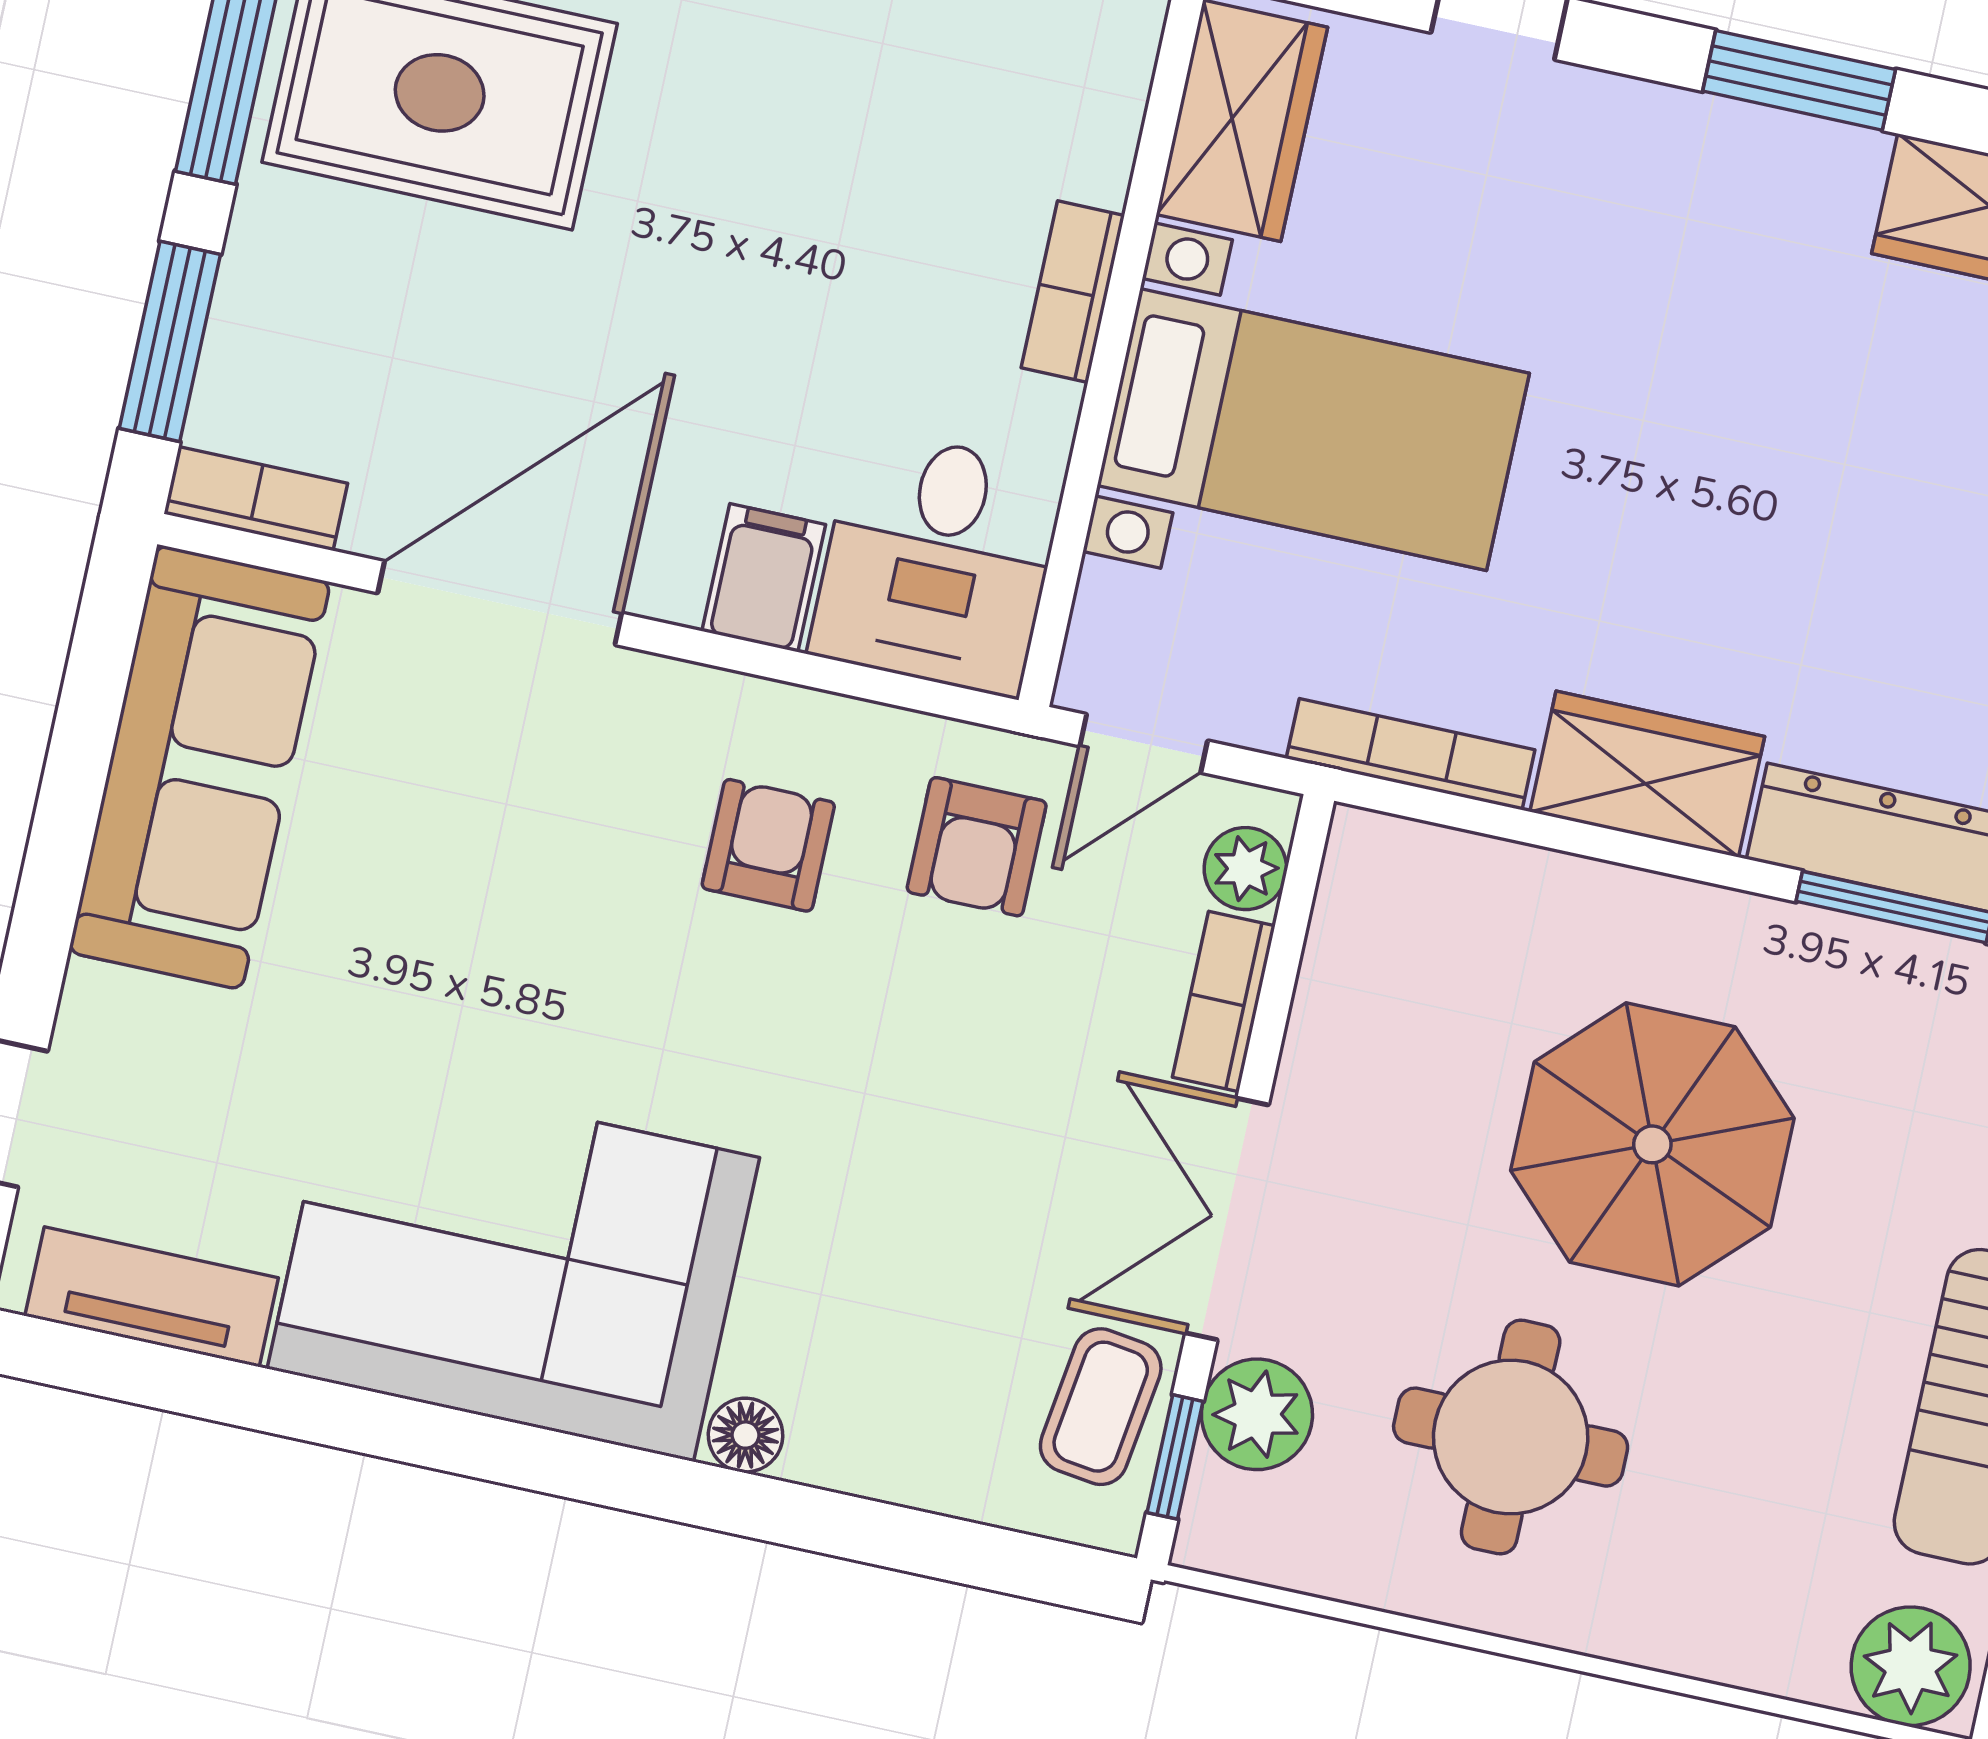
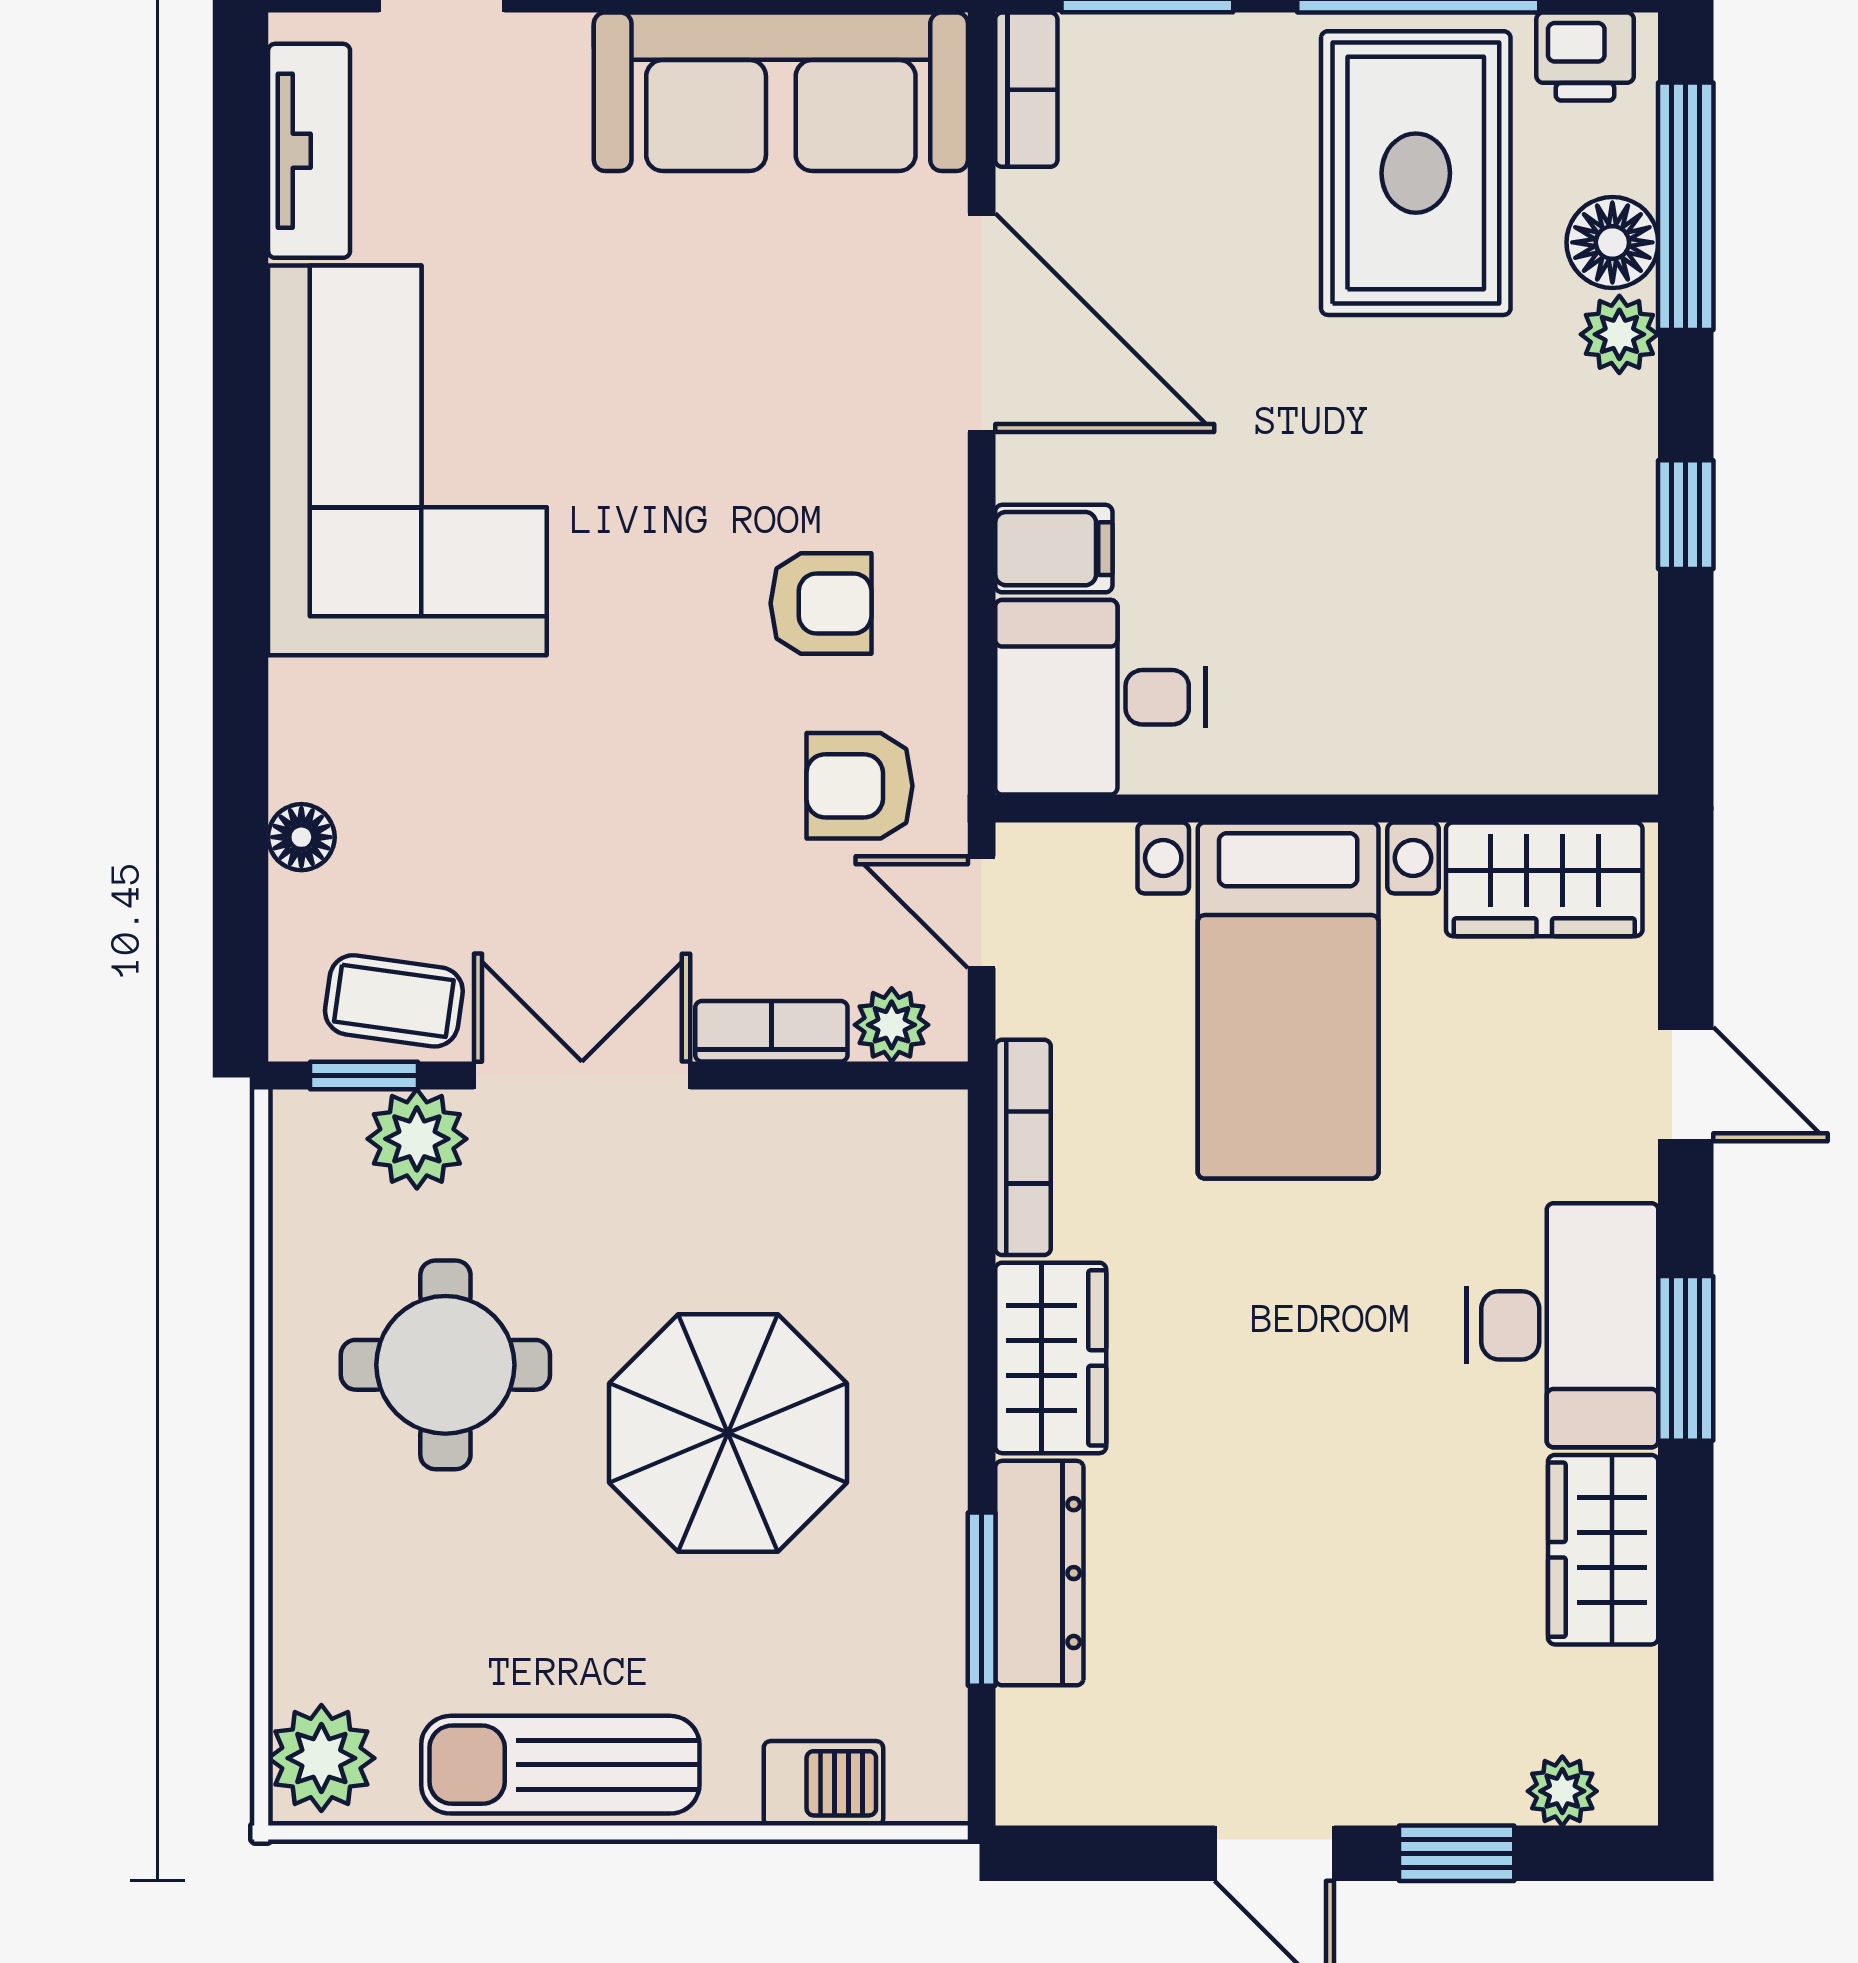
desk: (1733, 207) -> (1562, 1325), added
bookcase: (1073, 292) -> (1363, 764), removed
floor lamp: (746, 1435) -> (301, 837), moved

